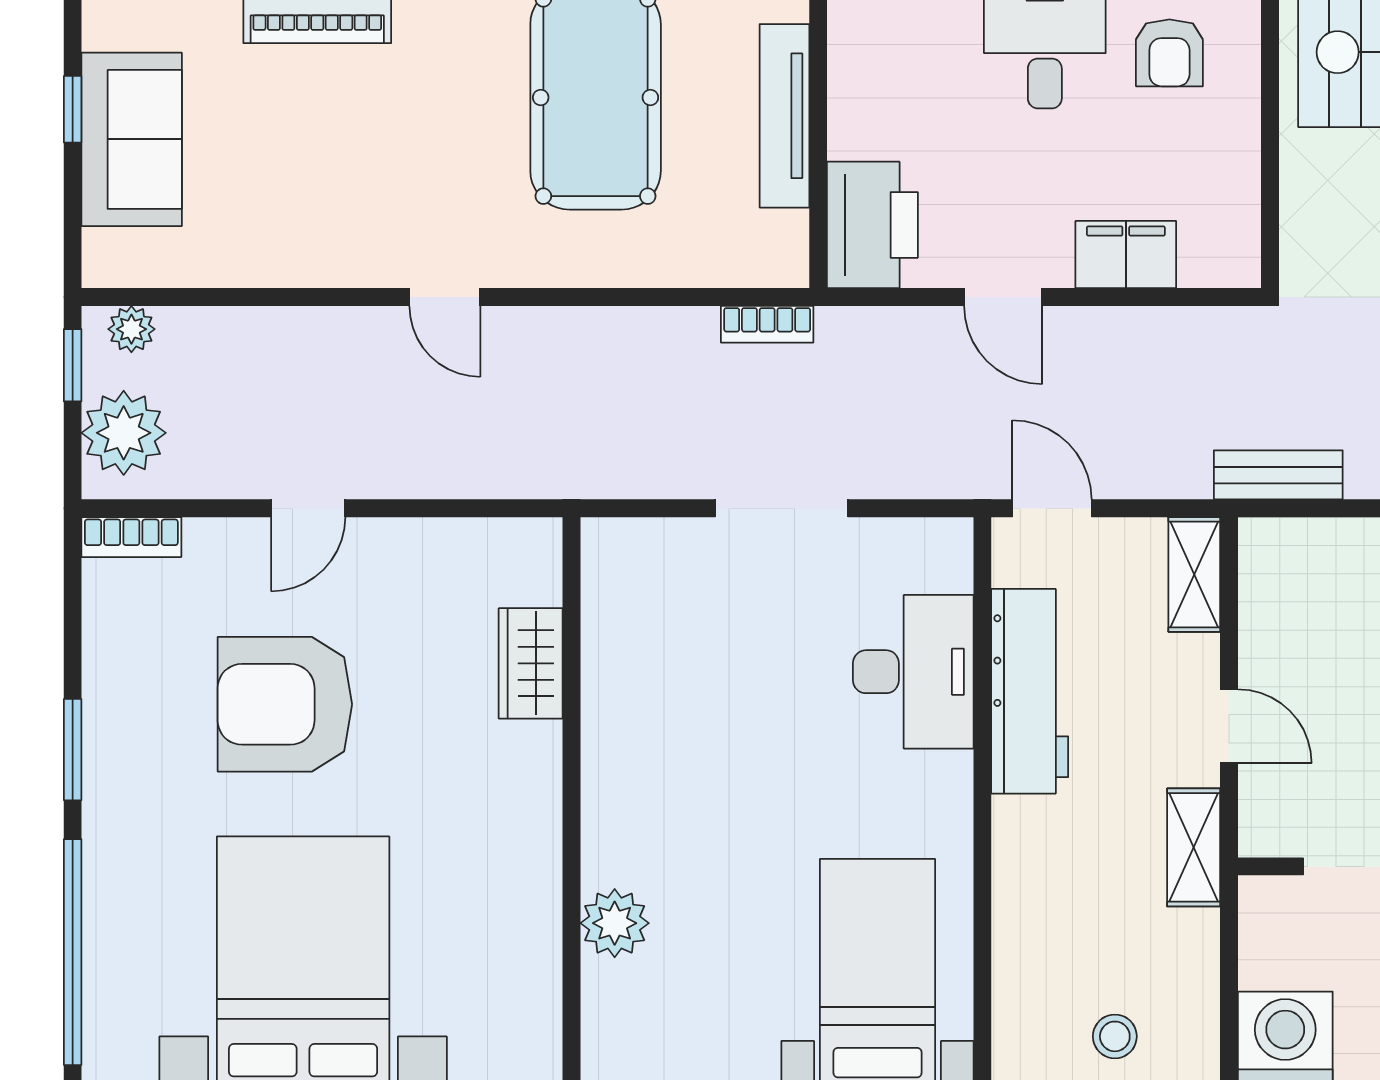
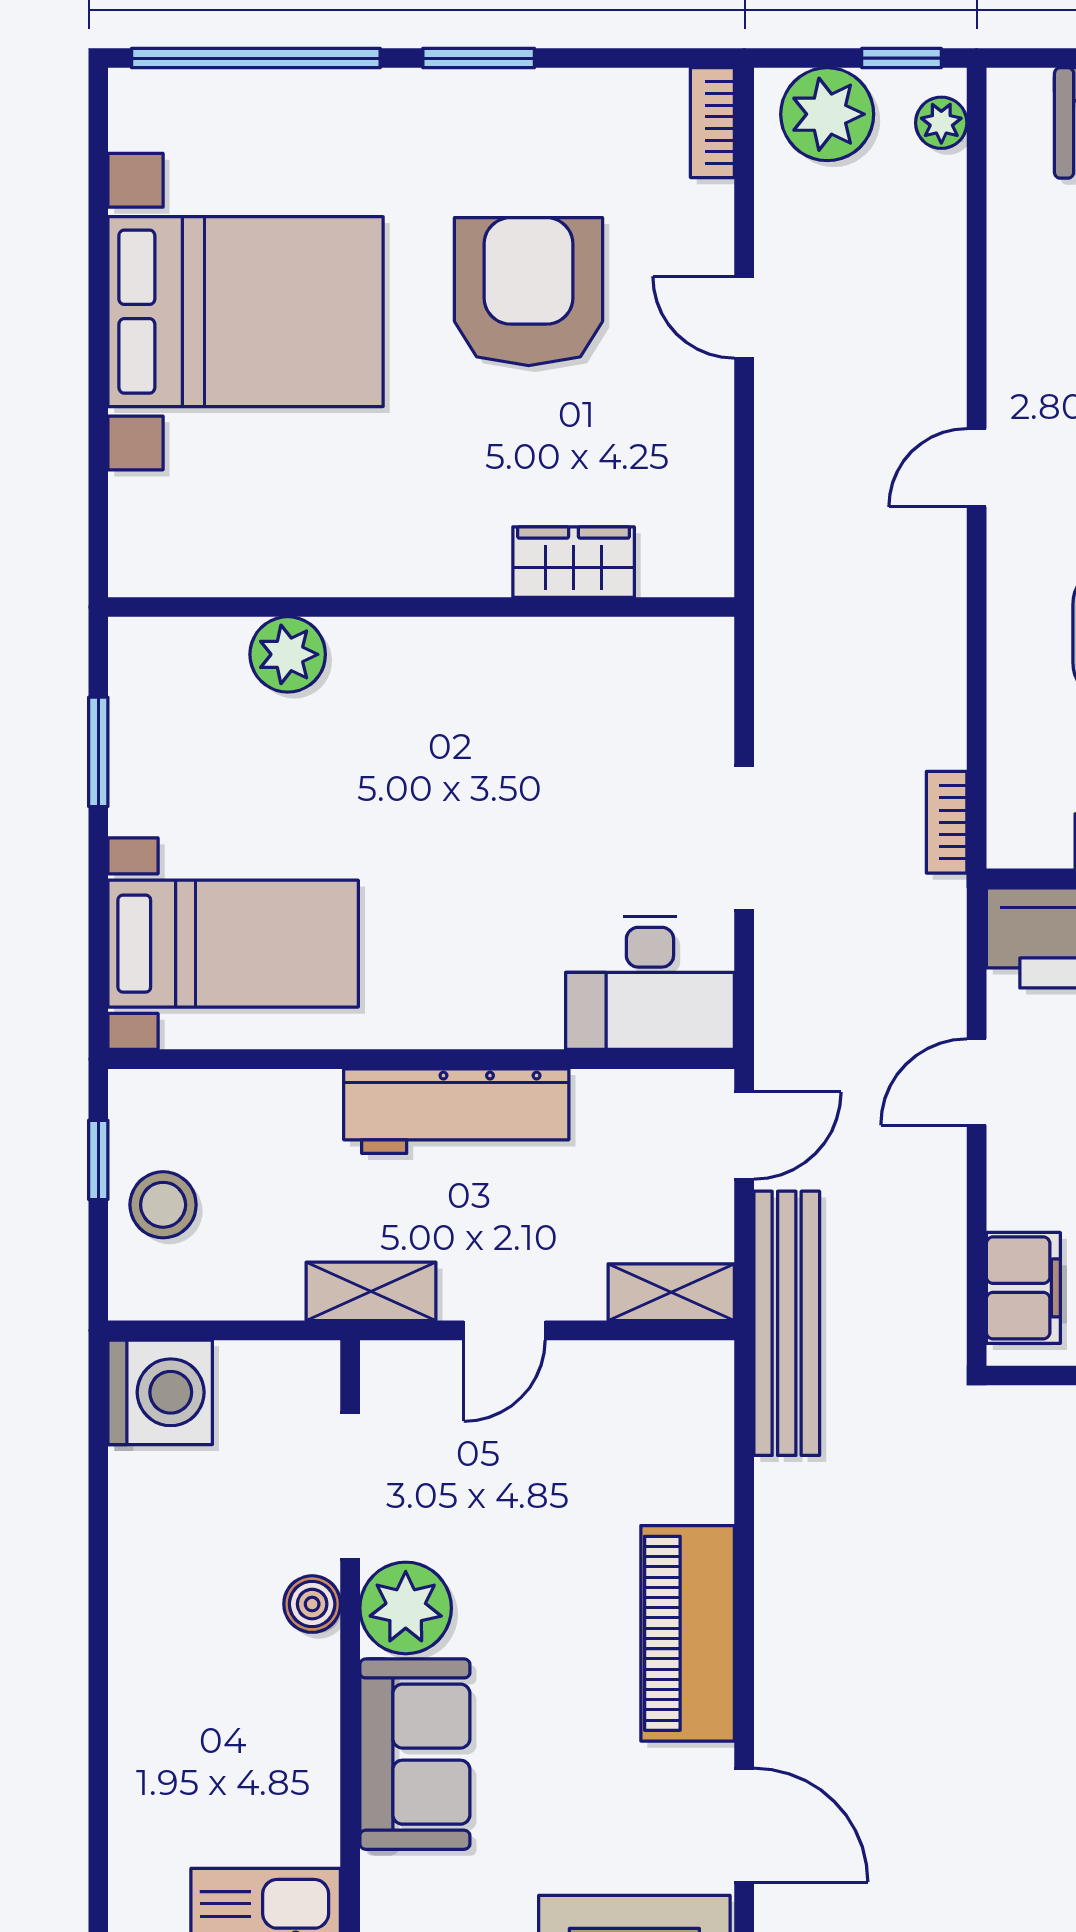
filing cabinet: (1126, 255) -> (1023, 1288), moved
bench: (1278, 475) -> (787, 1323), width x1.86, depth x1.21
desk: (913, 672) -> (650, 983), moved
workbench: (1030, 691) -> (456, 1111), moved
stool: (1115, 1036) -> (163, 1205), width x1.37, depth x1.37

